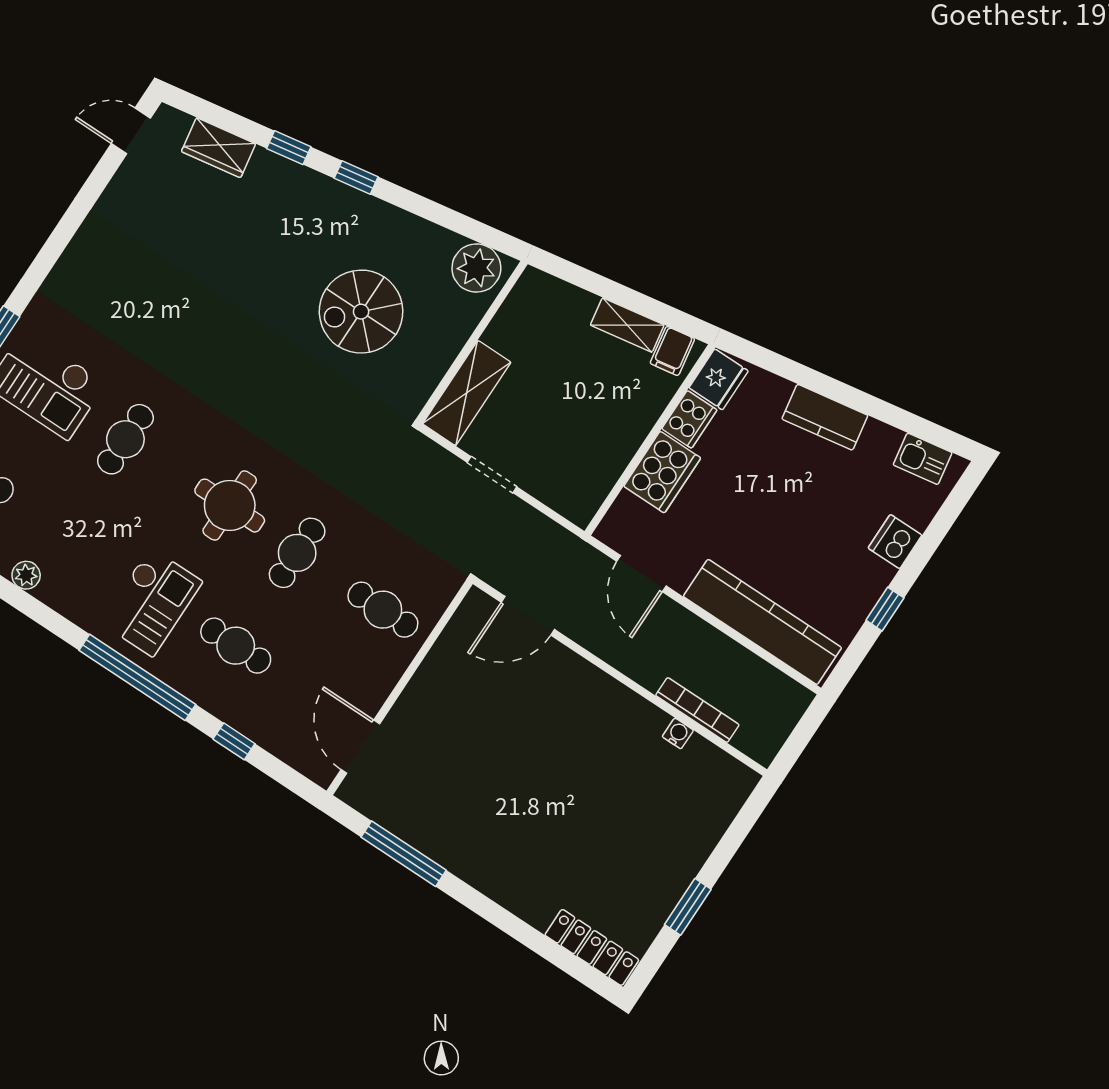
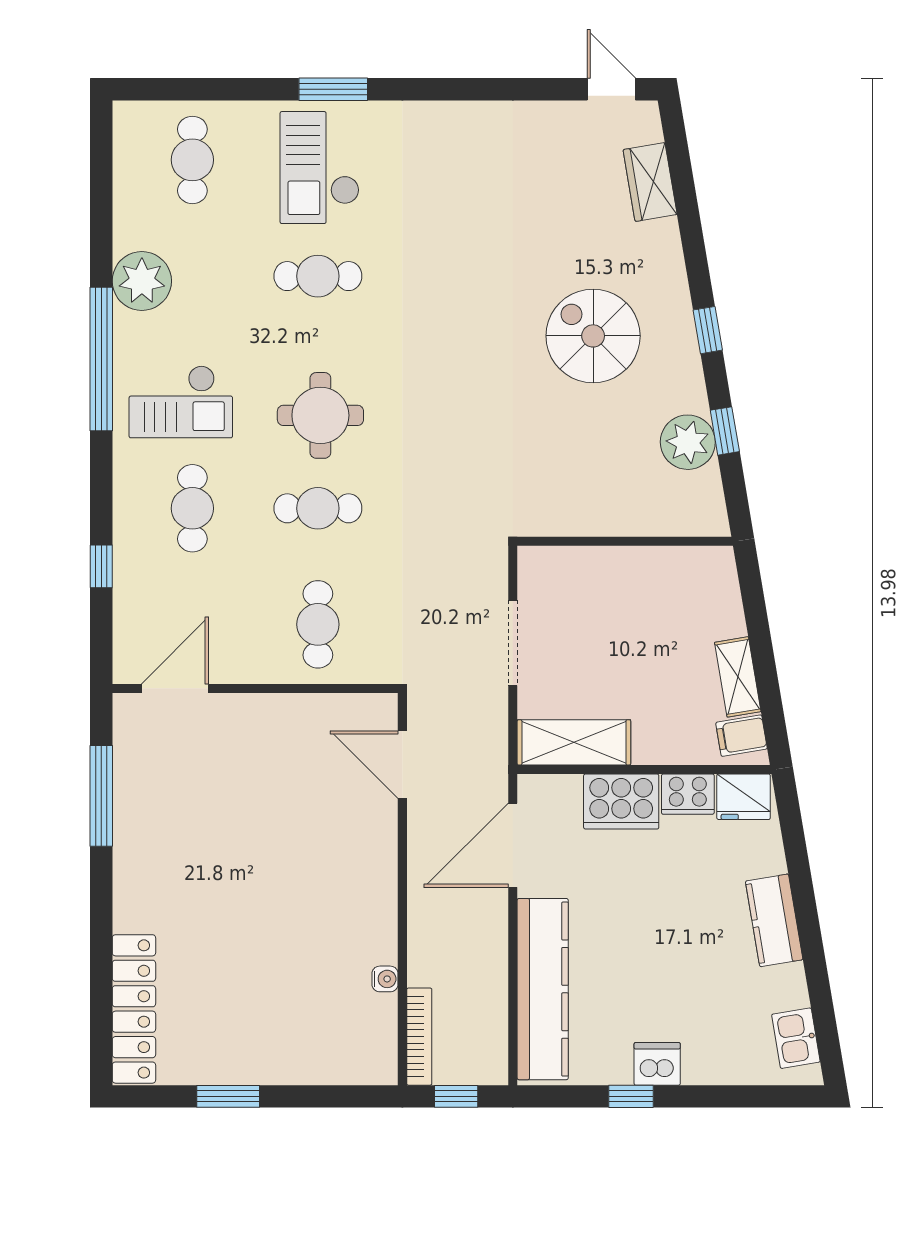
window: (289, 148) -> (725, 431), moved
plant: (476, 268) -> (688, 442), moved
spiral stairs: (361, 312) -> (593, 336), moved
shelving: (467, 393) -> (574, 742), moved
doorway: (492, 475) -> (513, 643), width x1.38
dishwasher: (895, 542) -> (657, 1064), moved
door: (642, 574) -> (513, 845), width x1.36
plant: (26, 575) -> (142, 281), width x1.87, depth x1.87
window: (137, 677) -> (101, 359), moved
bookcase: (697, 710) -> (419, 1037), moved
window: (799, 738) -> (456, 1096), added
locker: (592, 947) -> (134, 1009), width x1.41, depth x1.21

